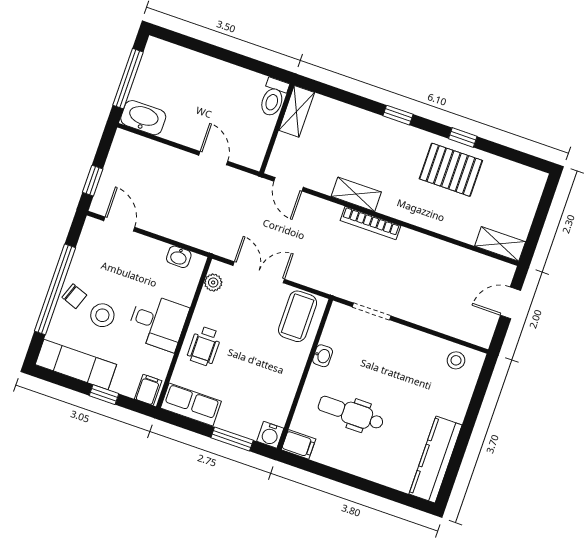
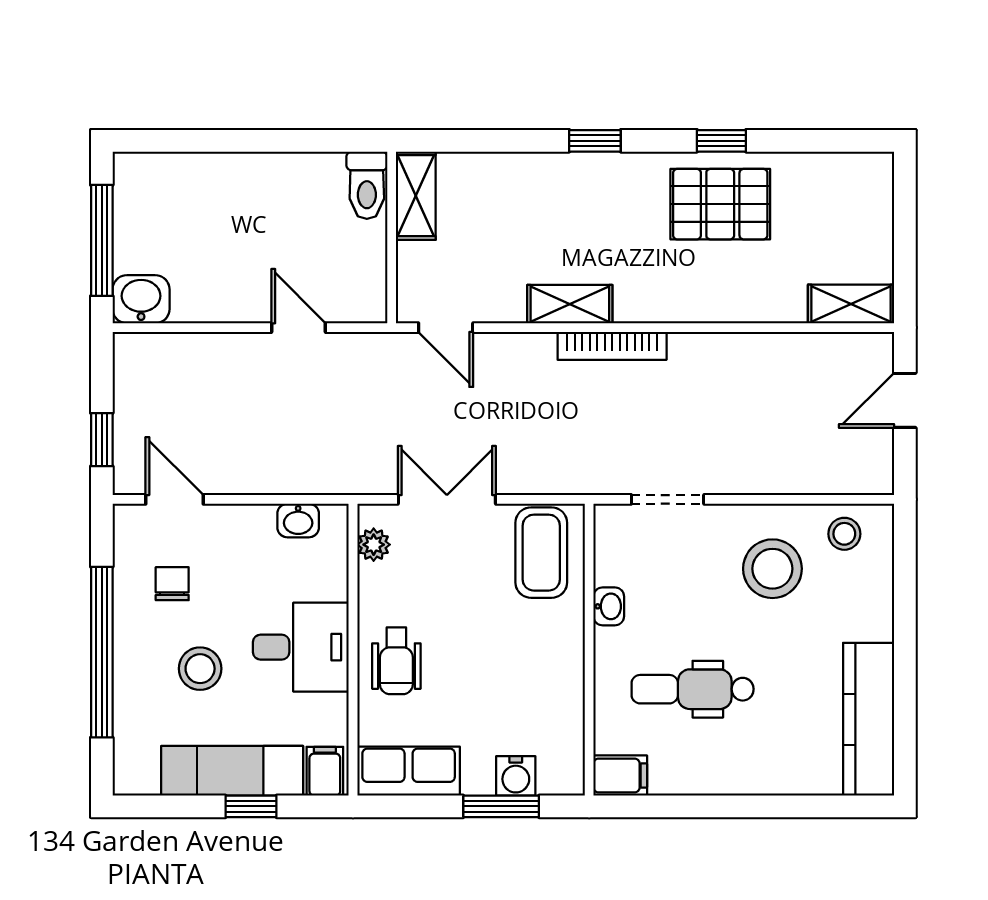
washbasin: (143, 118) -> (141, 299), width x0.72
chair: (74, 296) -> (172, 584), moved, turned -110
exam couch: (76, 365) -> (232, 771), moved
stool: (413, 366) -> (772, 569), added
water cooler: (270, 435) -> (516, 776), moved

